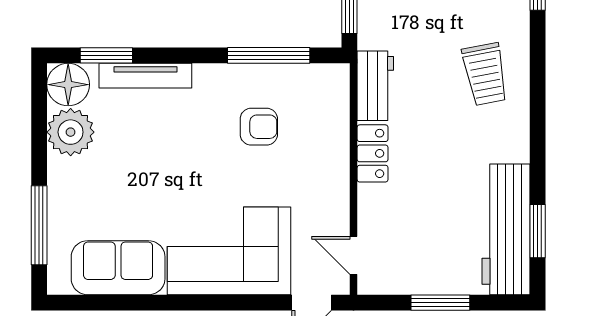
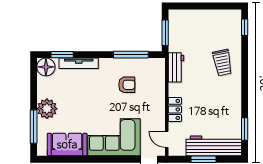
plant: (71, 132) -> (47, 109), moved
locker: (373, 153) -> (175, 109), moved
workbench: (506, 229) -> (214, 146), moved, turned 90

